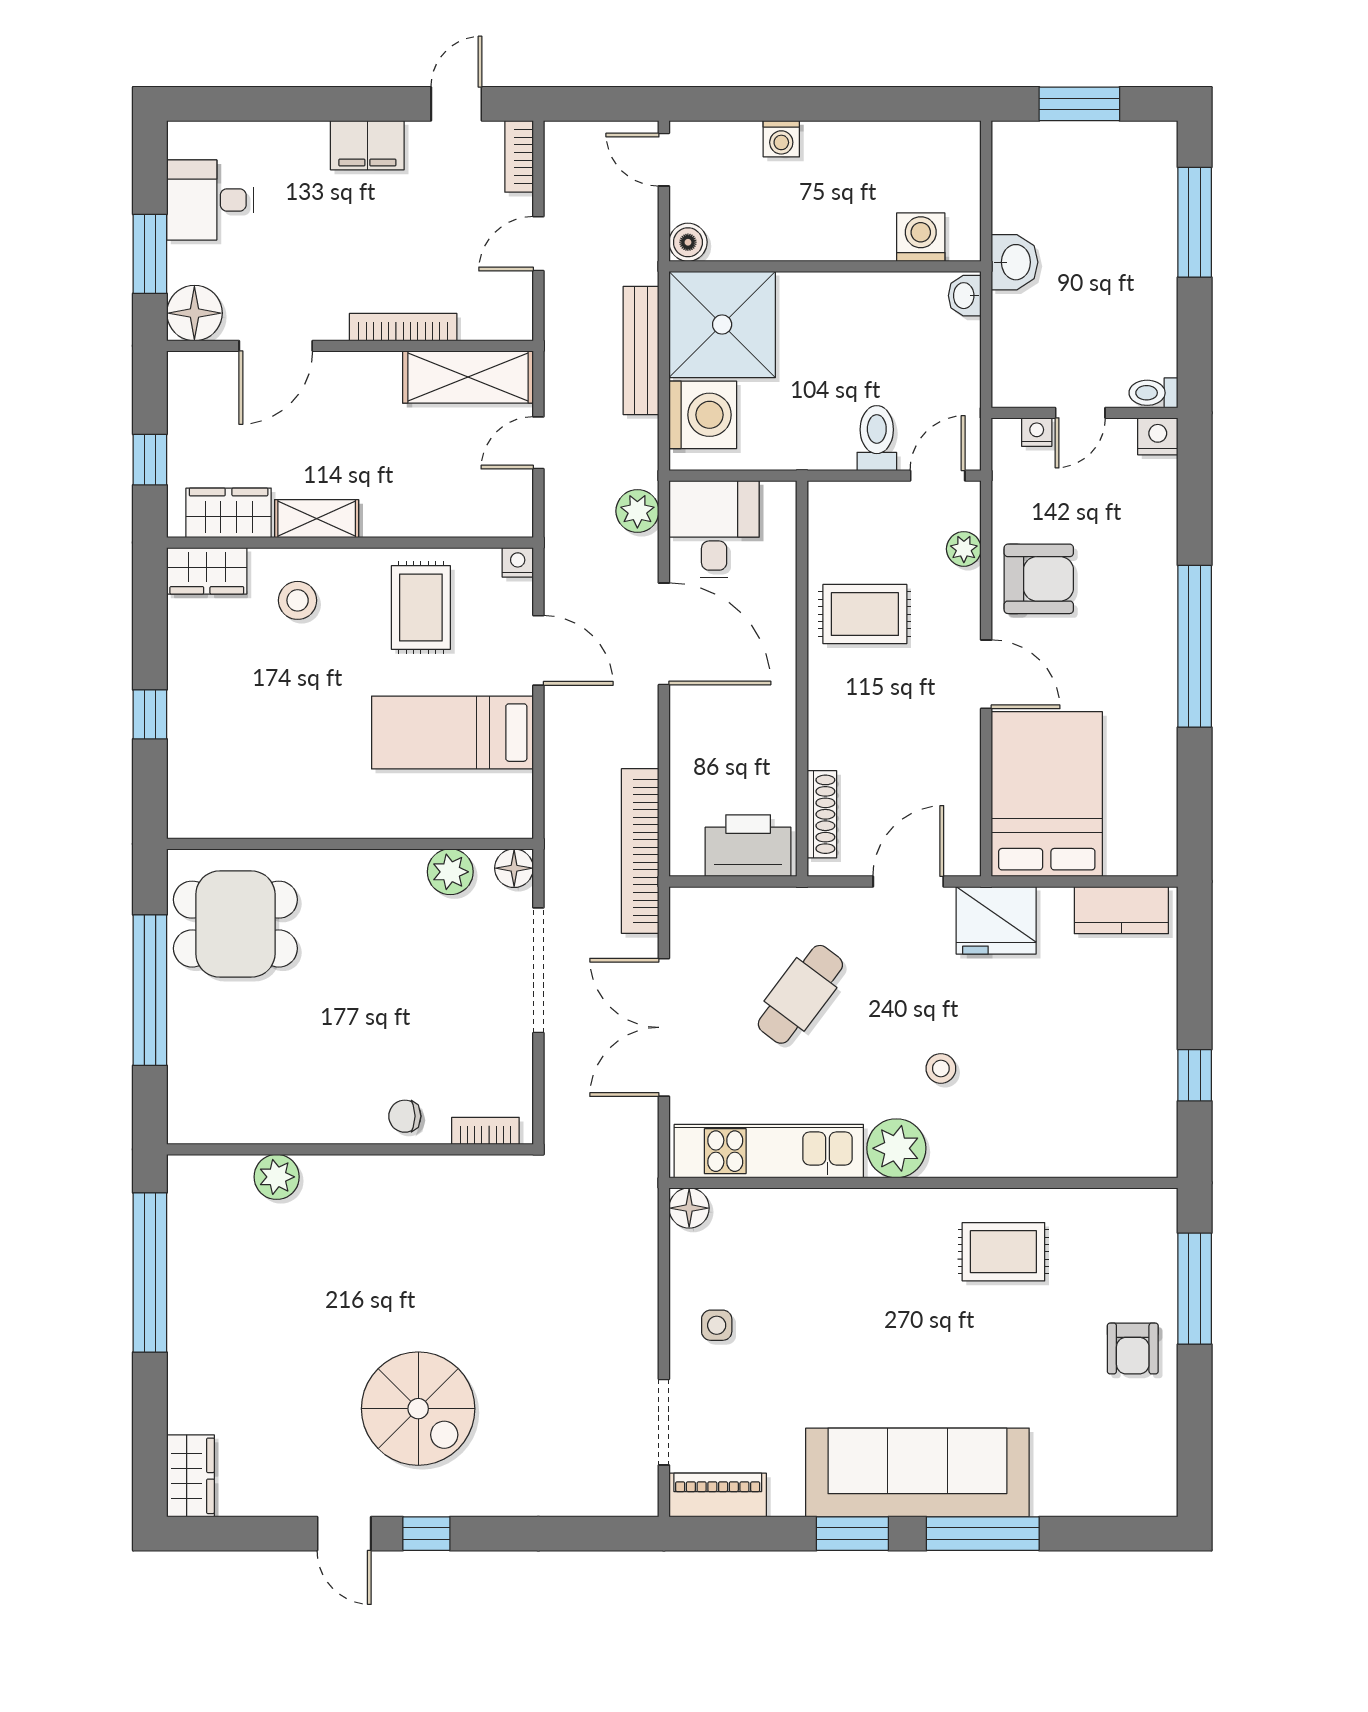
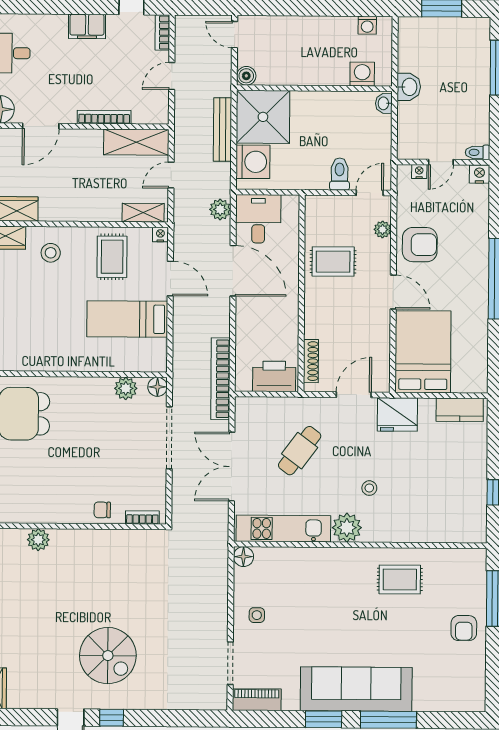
washing machine: (781, 139) -> (367, 25), moved
shelving: (317, 519) -> (143, 213), moved

